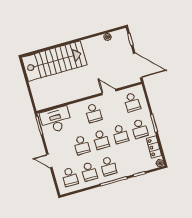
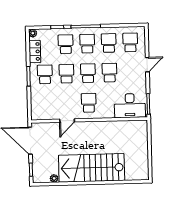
stairs: (54, 61) -> (92, 168), moved
door: (109, 92) -> (67, 121), hinge flipped
school desk: (132, 102) -> (66, 44), moved
door: (49, 161) -> (147, 65), hinge flipped

